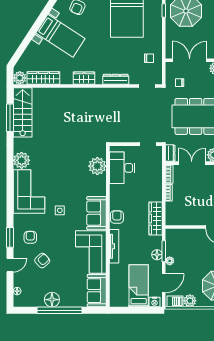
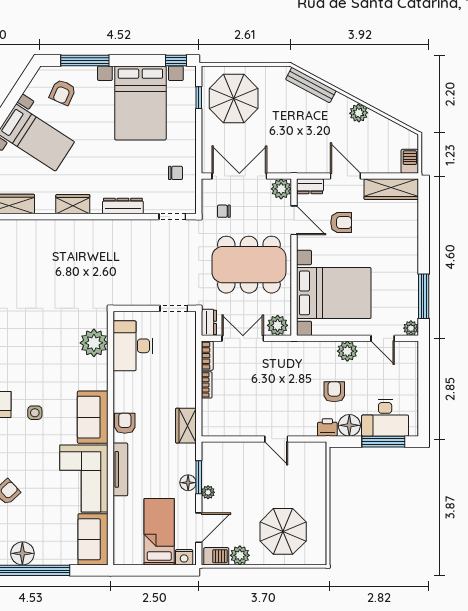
wardrobe: (156, 219) -> (186, 426), width x0.67

